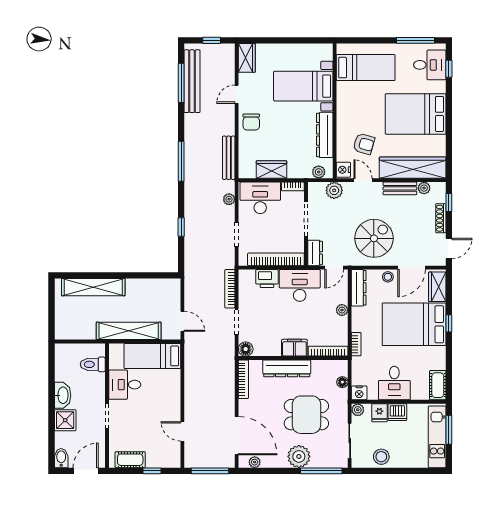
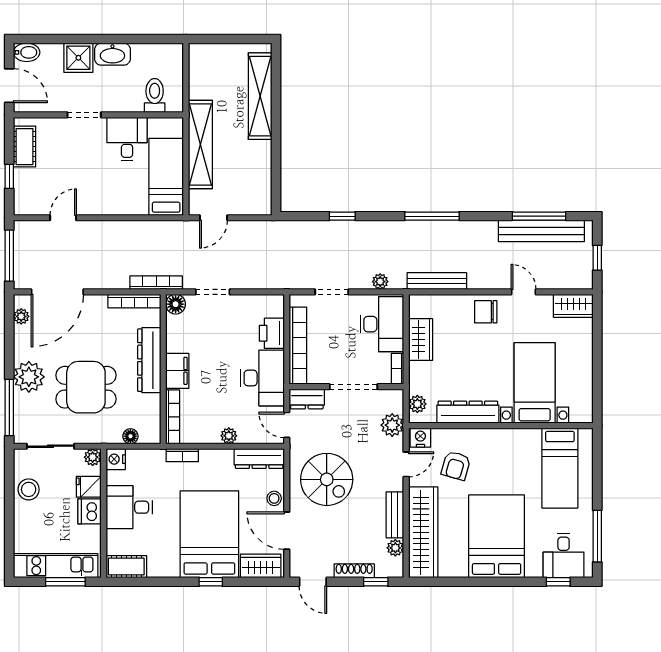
bookcase: (230, 289) -> (156, 283), moved
dining table: (306, 415) -> (86, 387), turned 90

